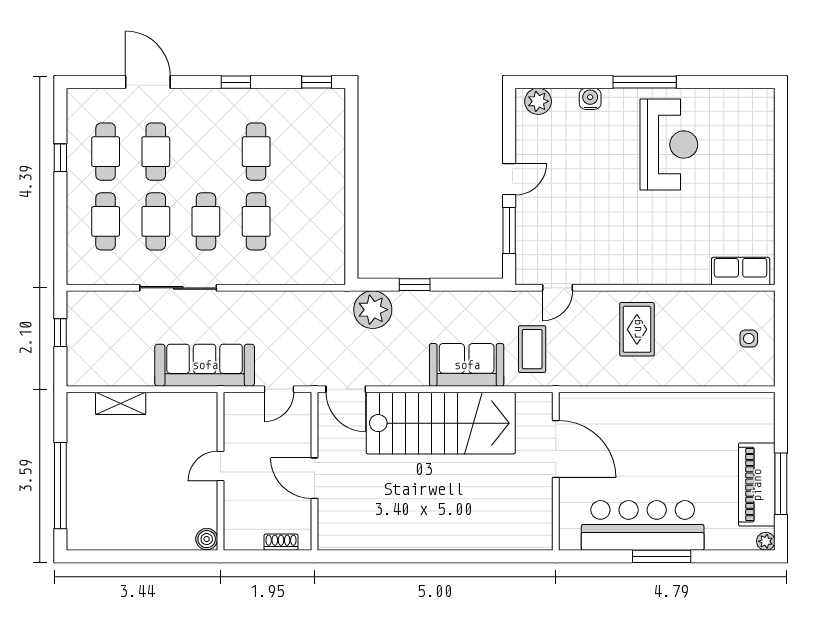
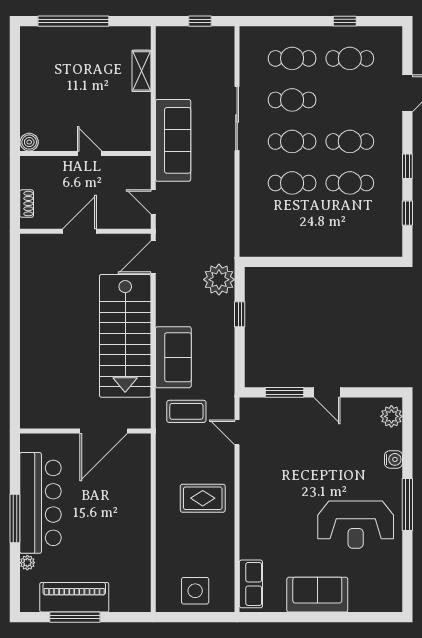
window: (317, 82) -> (407, 213), moved
cafe table: (156, 152) -> (350, 141), moved
sofa: (754, 191) -> (317, 595), added
side table: (749, 338) -> (195, 591), width x1.87, depth x1.87
plant: (766, 541) -> (27, 563), moved

